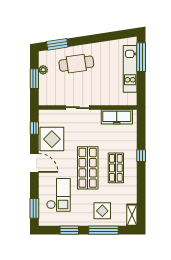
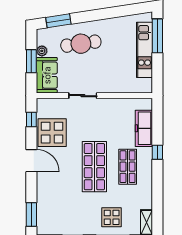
sofa: (47, 90) -> (47, 75), added
freezer: (117, 117) -> (144, 128), moved, turned 90
checkout: (58, 195) -> (60, 199), removed

